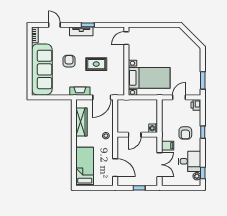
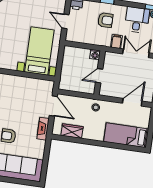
rug: (96, 64) -> (16, 107), removed
wardrobe: (81, 122) -> (72, 131), width x0.67
door: (135, 135) -> (99, 76), swing flipped

